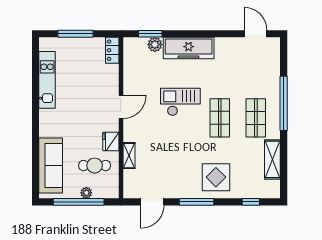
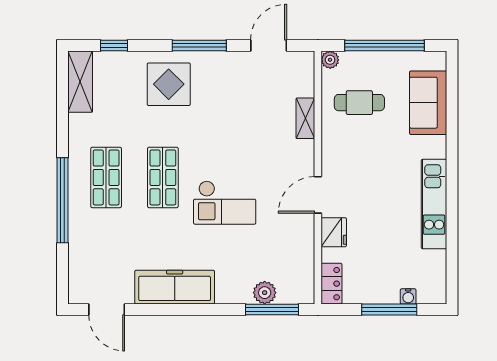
window: (150, 34) -> (272, 310), width x1.44
water cooler: (63, 42) -> (408, 296), added
freezer: (189, 48) -> (175, 287), moved
kitchen unit: (47, 80) -> (434, 204), moved
fridge: (111, 142) -> (334, 232), moved
shelving: (272, 159) -> (80, 82), moved
sofa: (51, 165) -> (428, 103), width x0.73
plant: (86, 193) -> (330, 60), moved

